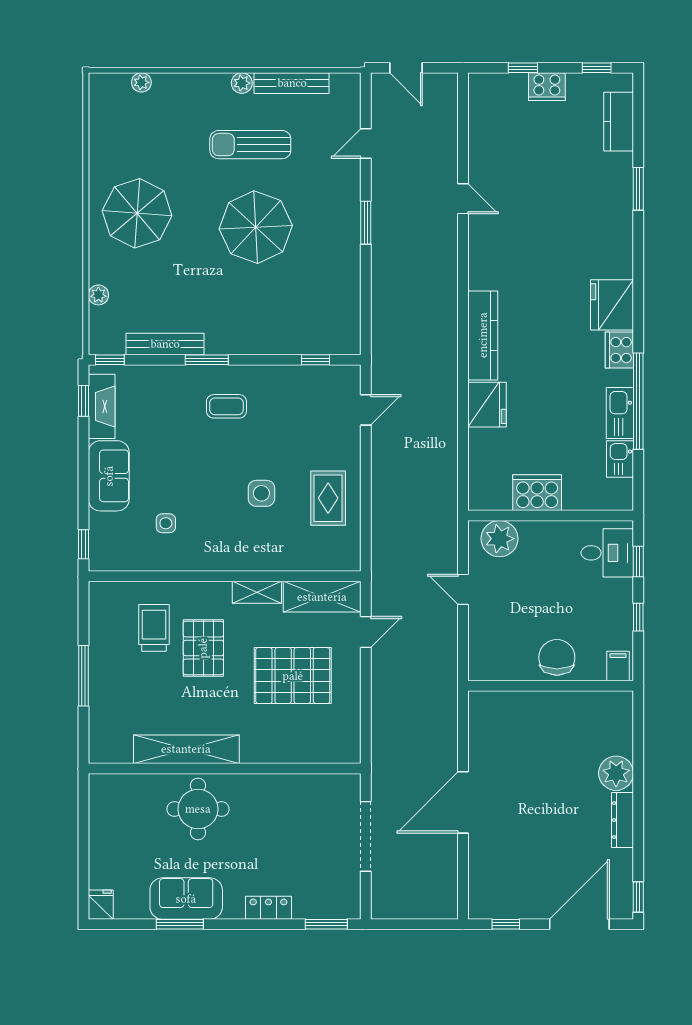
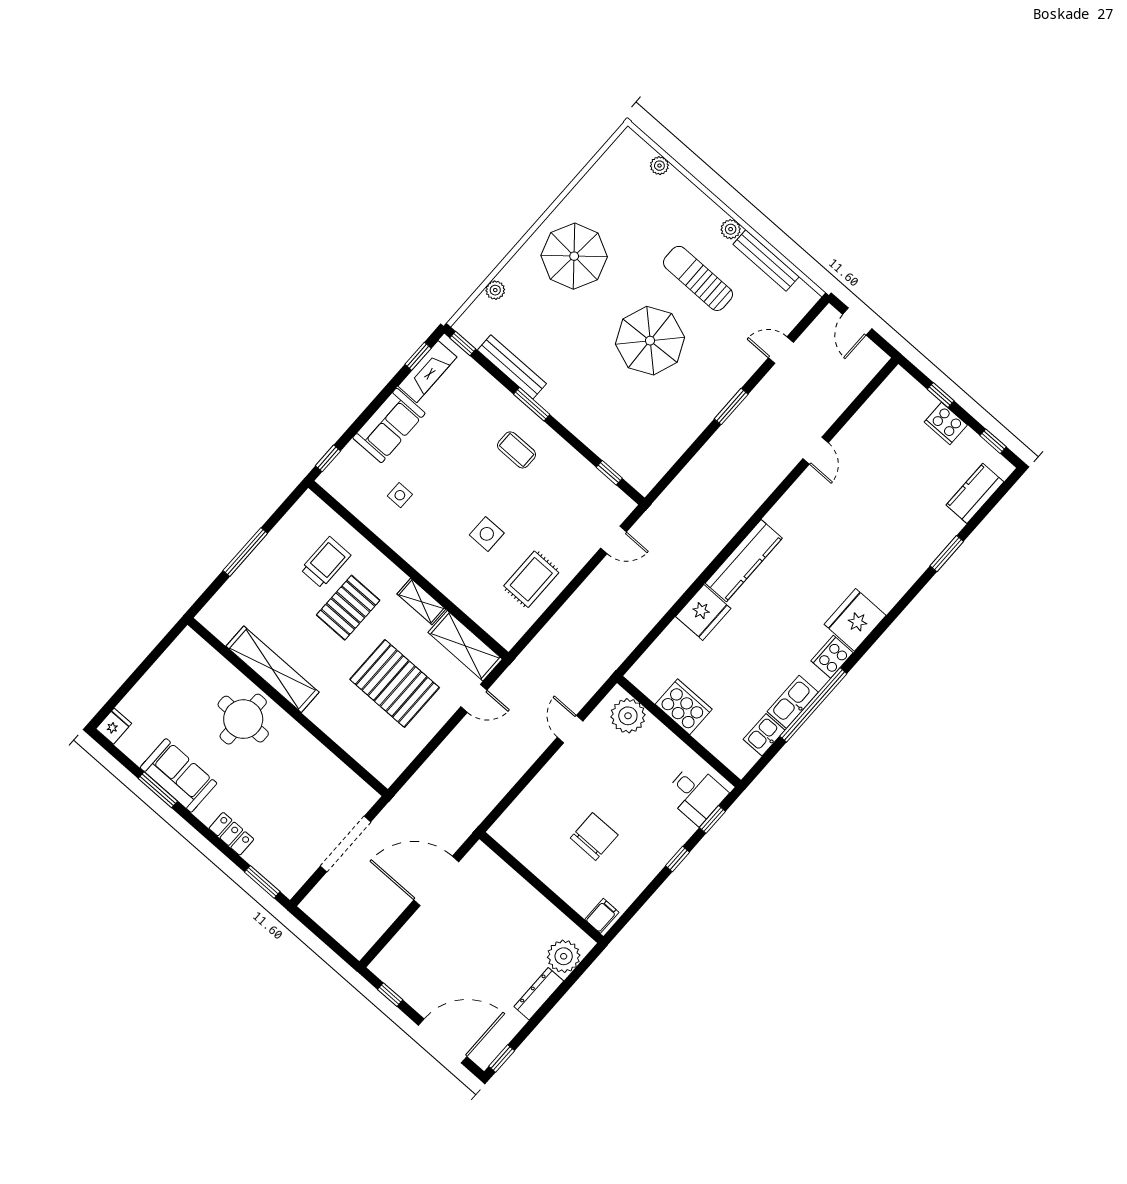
filing cabinet: (618, 666) -> (602, 916), moved
wall: (551, 686) -> (541, 888), moved

